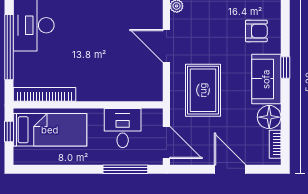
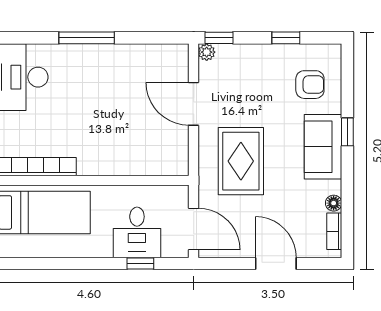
floor lamp: (269, 117) -> (334, 203), width x0.53, depth x0.53
desk: (123, 128) -> (137, 232), moved, turned 180
window: (125, 169) -> (140, 263), width x0.46

